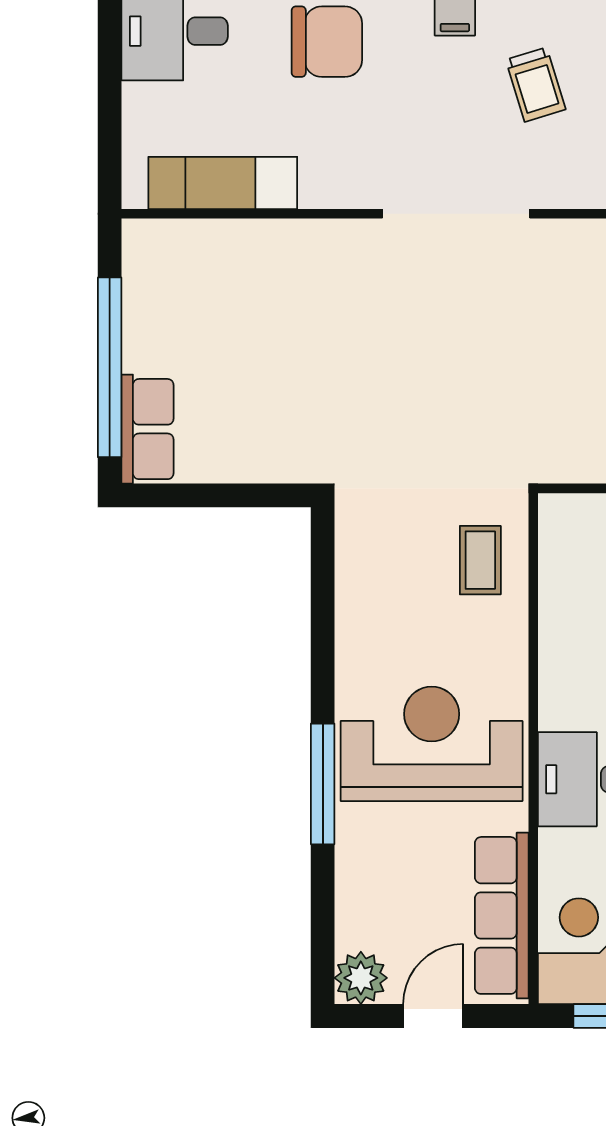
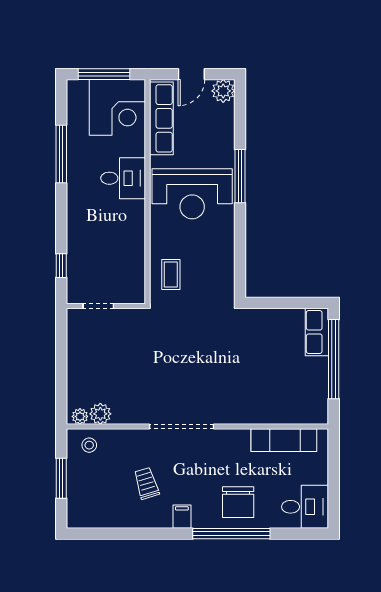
chair: (327, 42) -> (238, 502), turned -90

